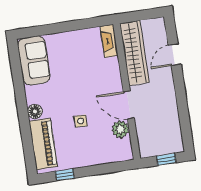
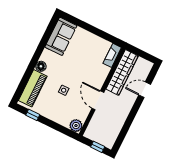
plant: (120, 129) -> (76, 126), moved

